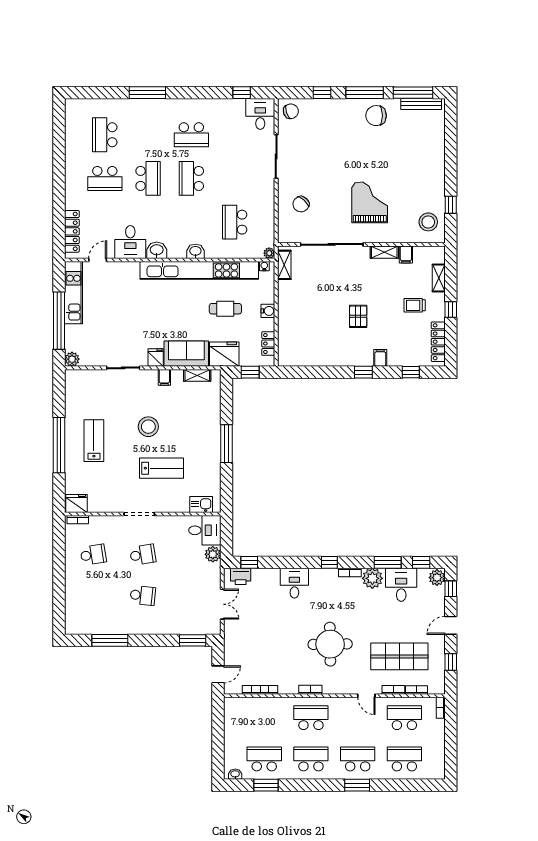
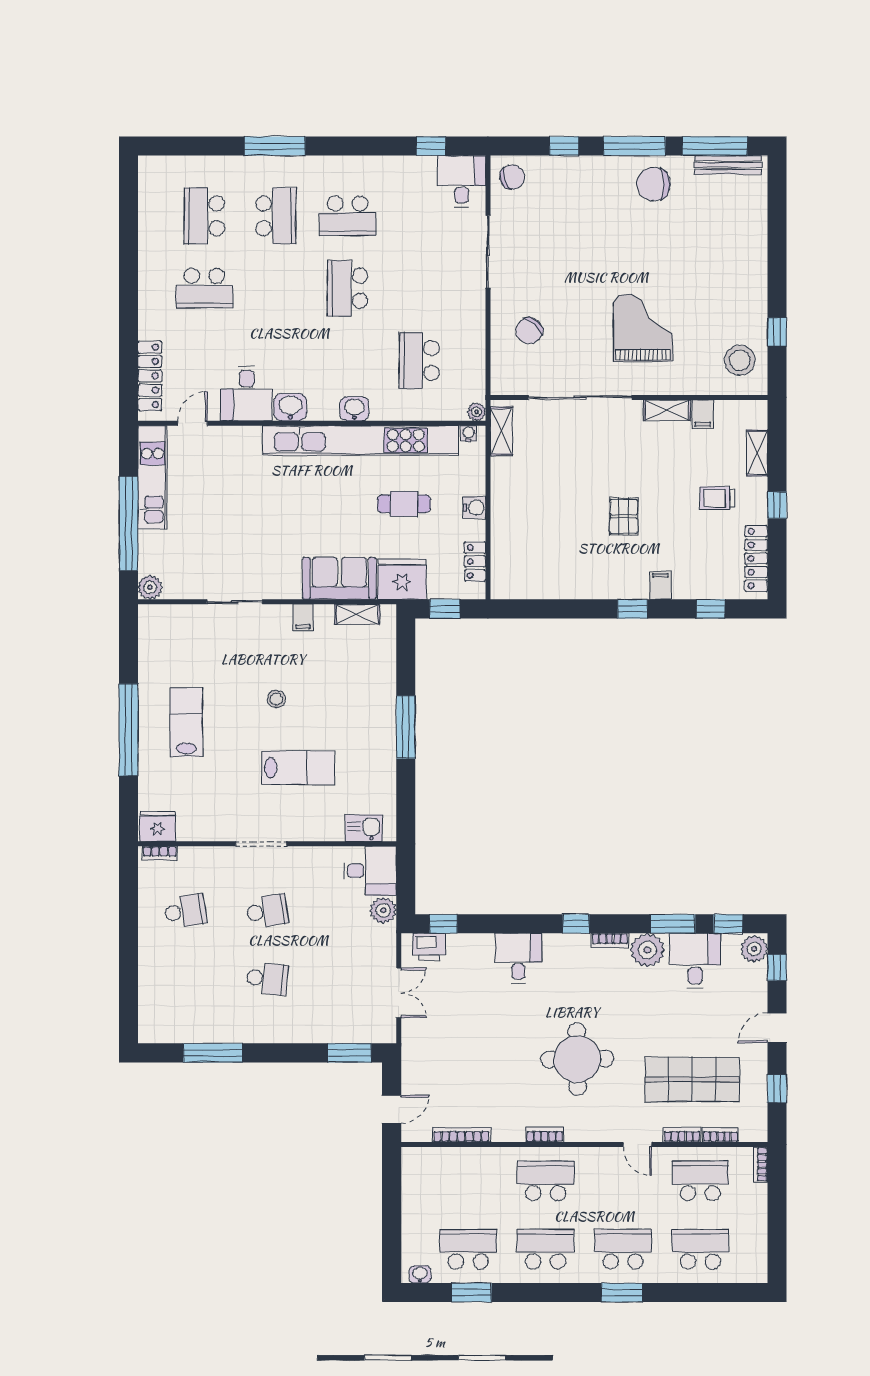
school desk: (148, 178) -> (276, 216), moved
fridge: (156, 358) -> (288, 585), removed
stool: (148, 427) -> (276, 699), width x0.53, depth x0.53

